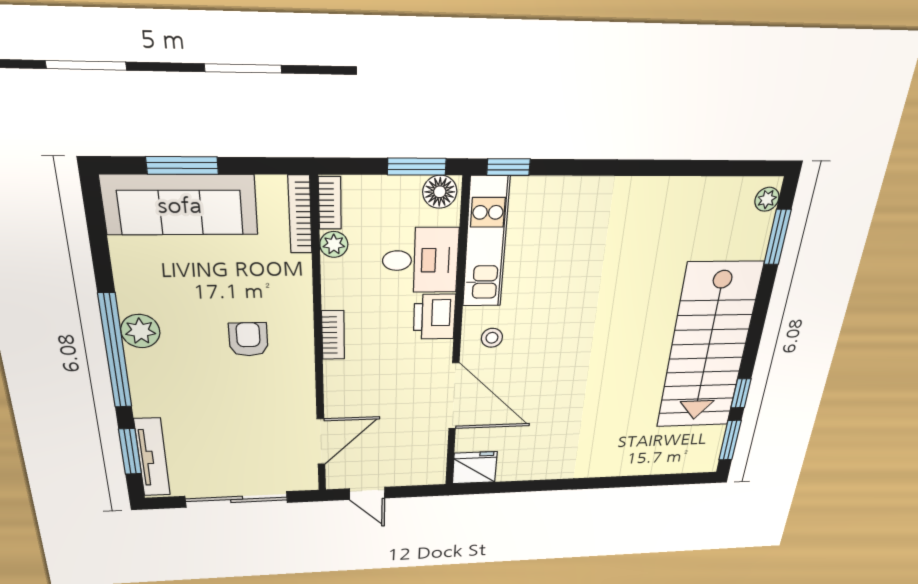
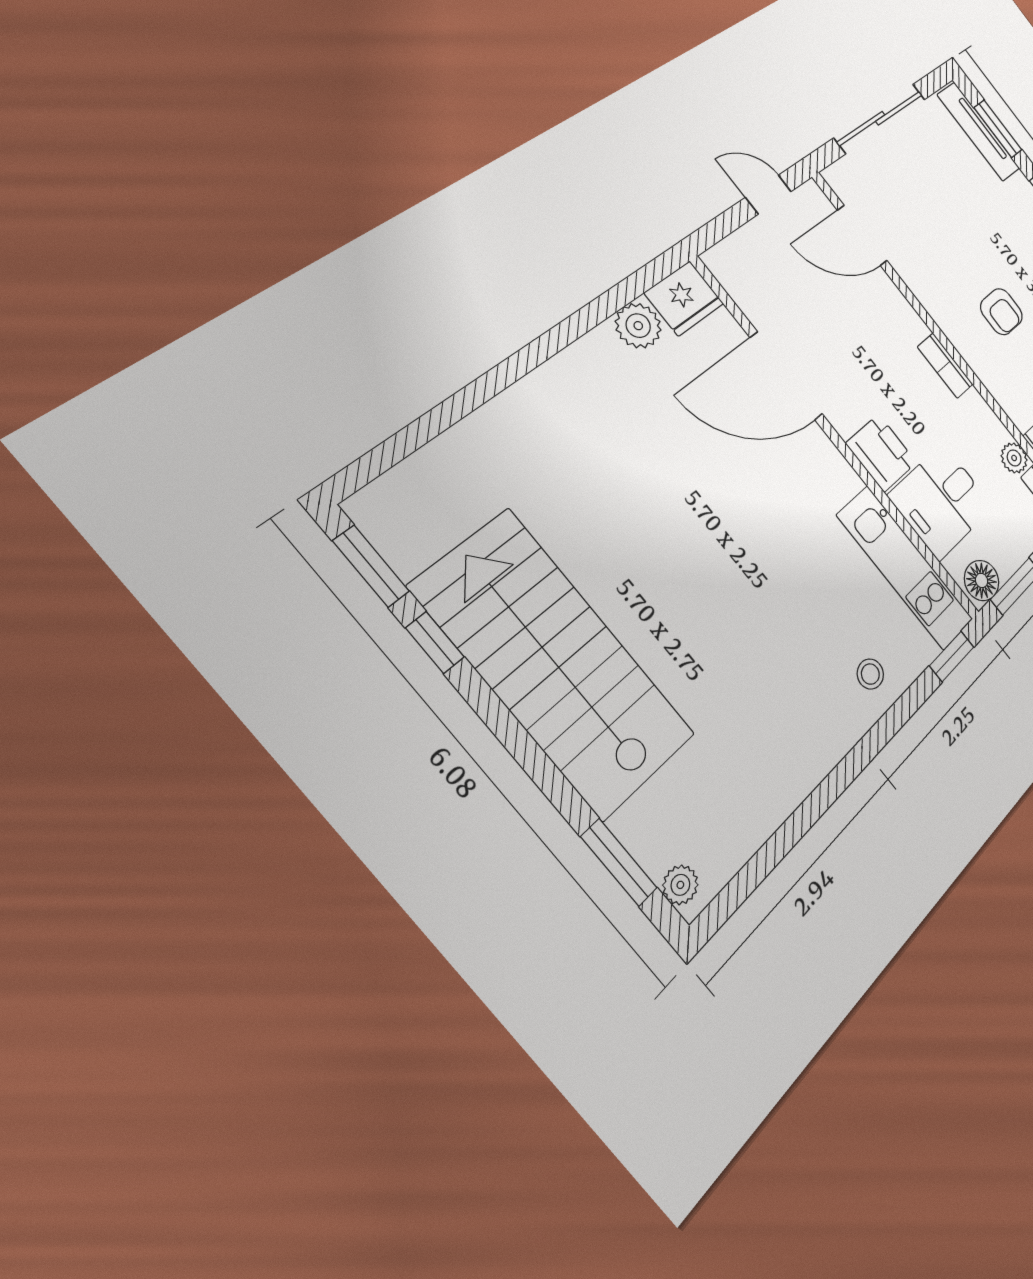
stool: (492, 338) -> (870, 674), moved
door: (321, 442) -> (862, 235), hinge flipped
plant: (514, 468) -> (638, 326), added

